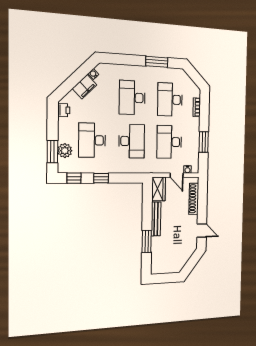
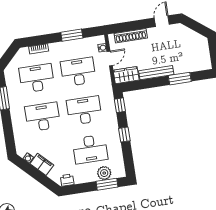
desk: (132, 98) -> (43, 117), turned 180
desk: (170, 100) -> (37, 78), turned 180
desk: (169, 142) -> (78, 72), turned 180
window: (74, 178) -> (120, 105), moved

